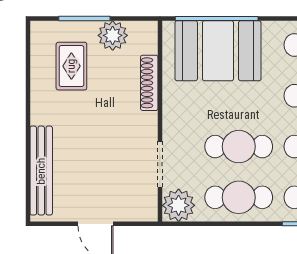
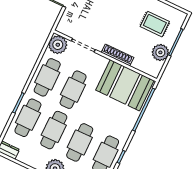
booth: (218, 51) -> (125, 85), moved, turned 90
shoe rack: (149, 83) -> (117, 55), moved

